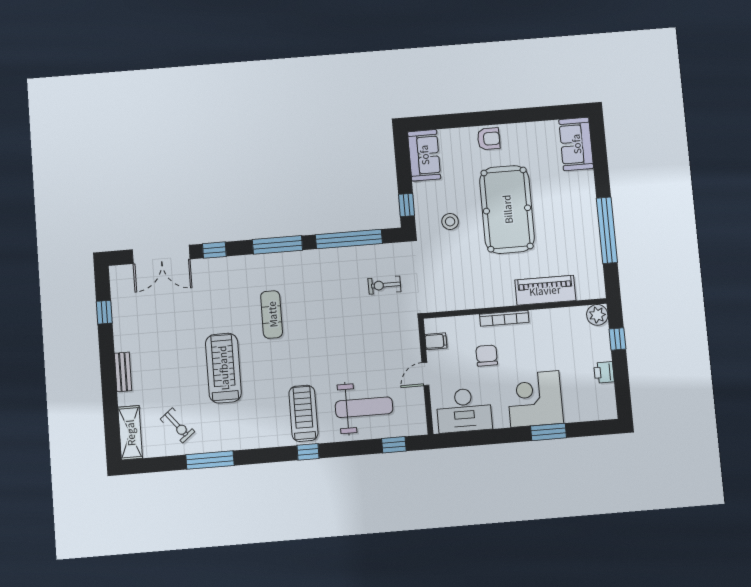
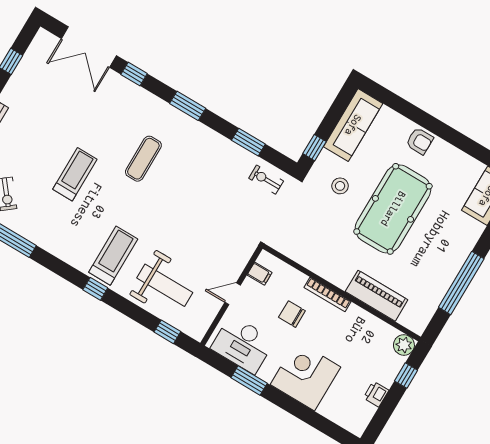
sofa: (424, 155) -> (353, 125), width x1.36
window: (349, 239) -> (248, 142), width x0.47
window: (277, 245) -> (188, 106), width x0.69
exercise bike: (384, 285) -> (266, 180), moved
chair: (487, 356) -> (292, 314), turned -90
treadmill: (223, 368) -> (75, 174), width x0.73, depth x0.73
window: (548, 432) -> (249, 380), moved

